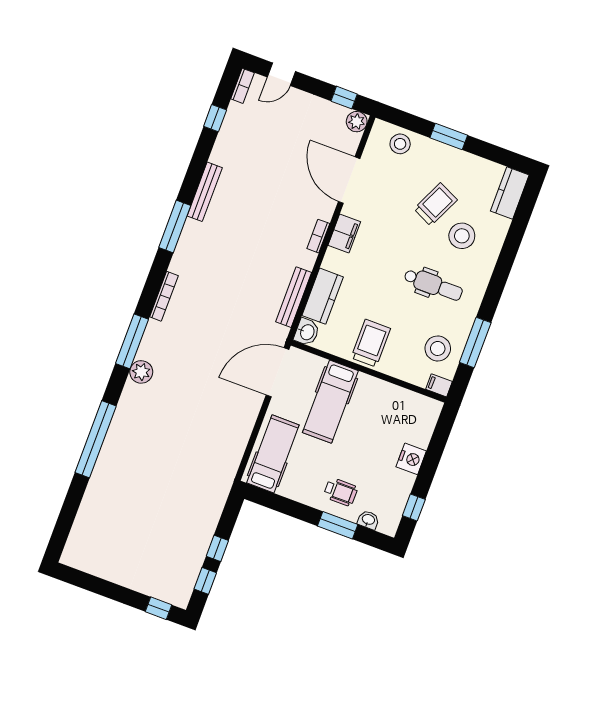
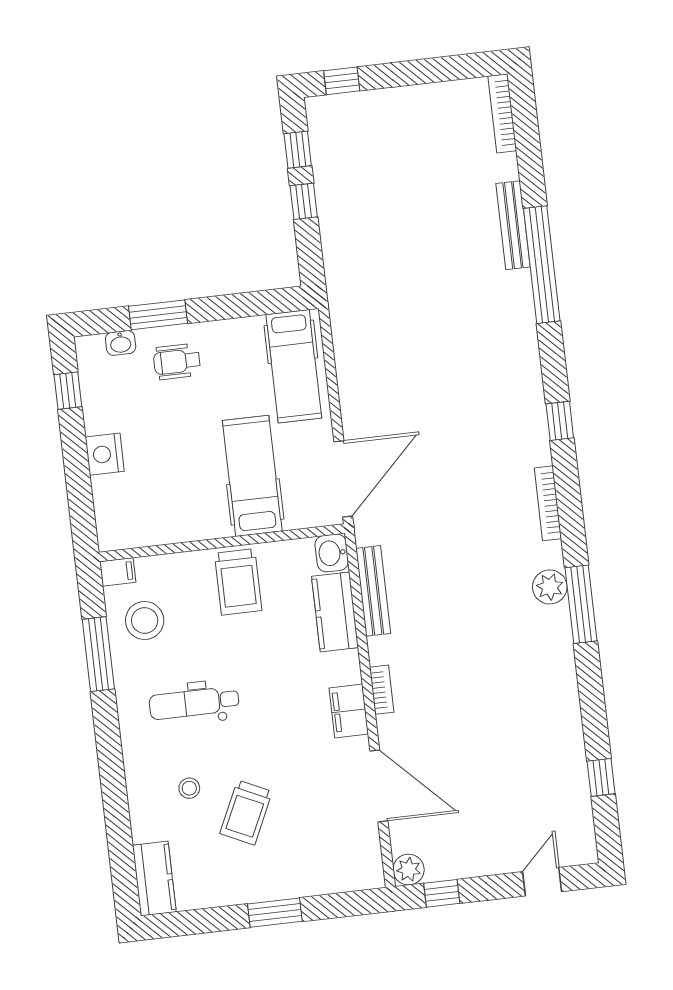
bookcase: (243, 86) -> (502, 113), moved, width x1.56
stool: (400, 144) -> (335, 869), removed
bench: (205, 192) -> (513, 225), moved
stool: (462, 236) -> (189, 788), width x0.53, depth x0.53
window: (132, 341) -> (560, 421), width x0.46
plant: (141, 372) -> (550, 587), moved

